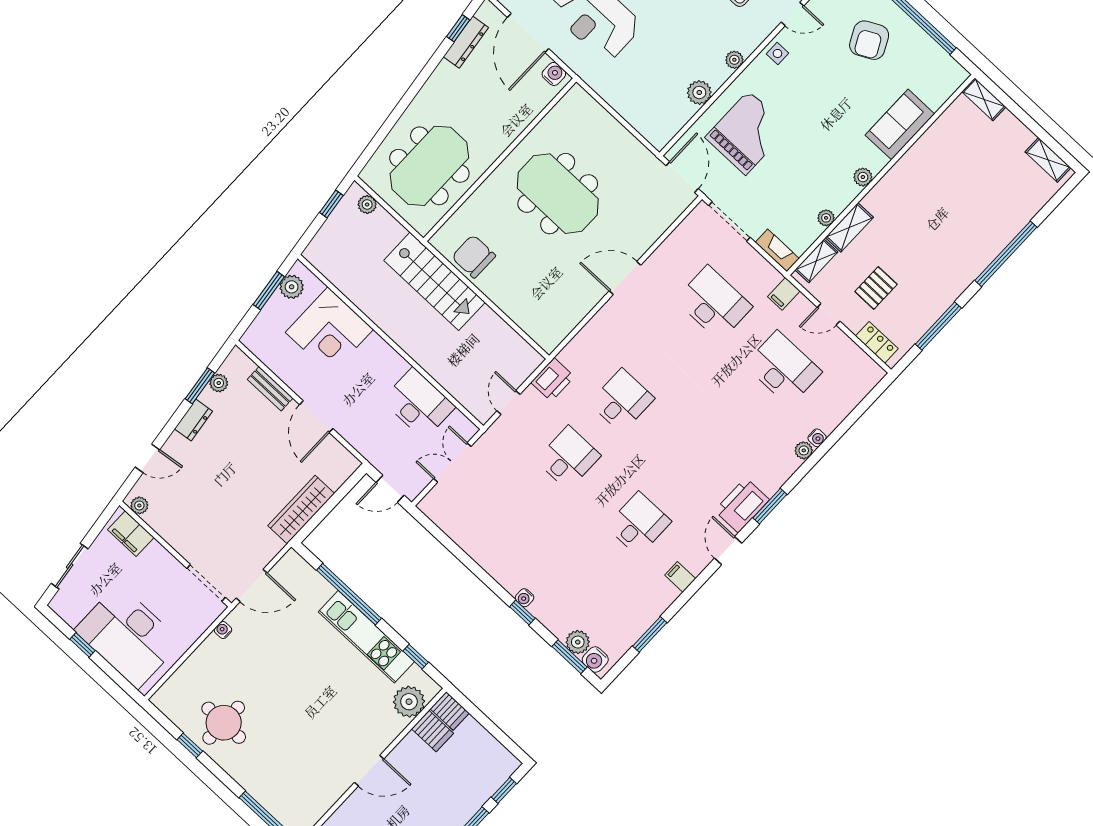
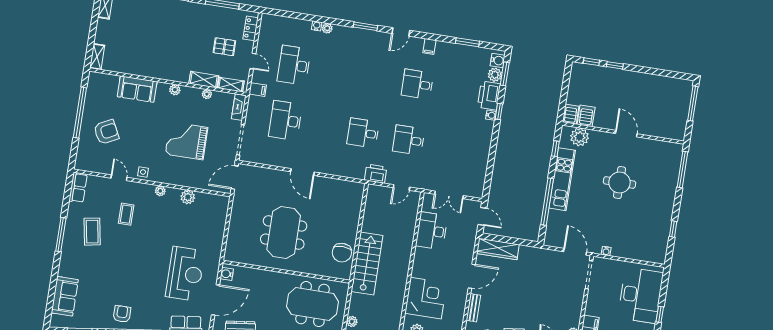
grand piano: (747, 133) -> (186, 141), moved
printer: (742, 505) -> (489, 95), moved, turned 90
wardrobe: (301, 510) -> (498, 249), moved
round table: (224, 723) -> (620, 182), moved

